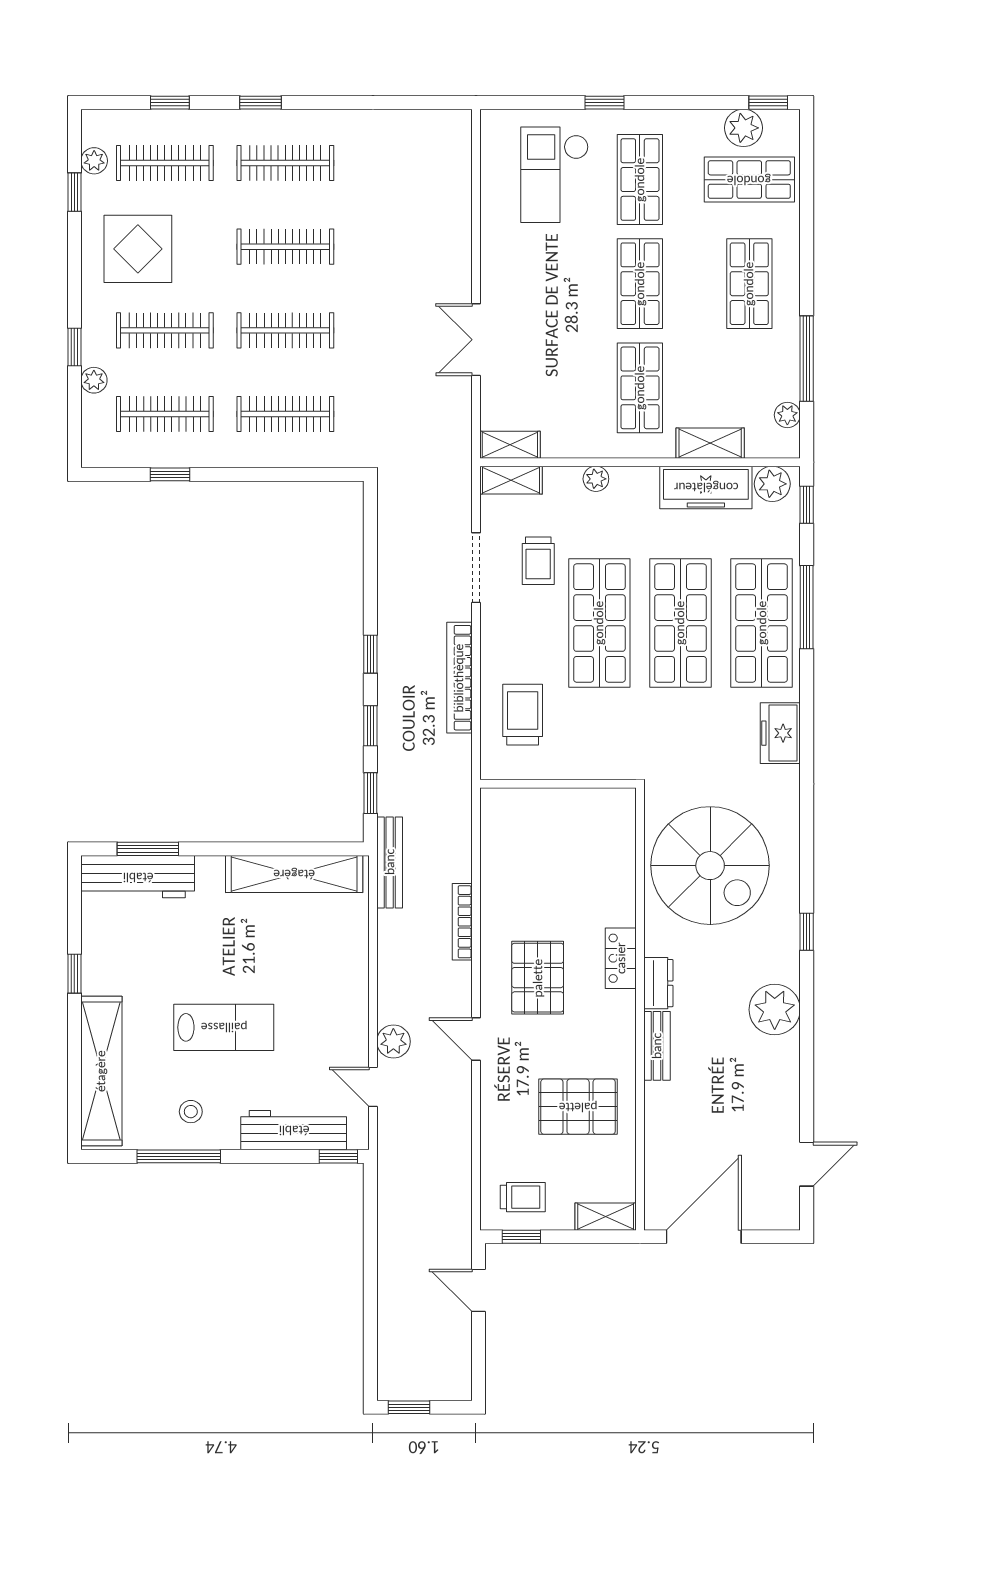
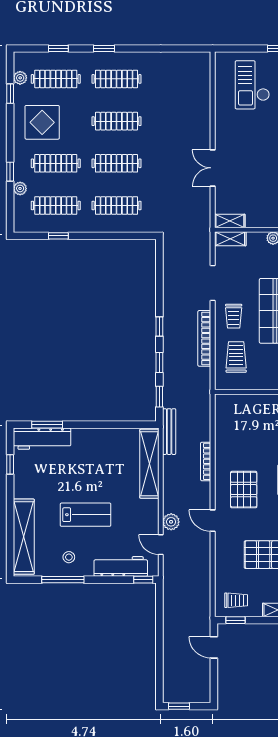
trolley: (538, 561) -> (234, 316), moved
shelving: (294, 874) -> (149, 464), moved, turned 90
window: (74, 974) -> (10, 464), moved

